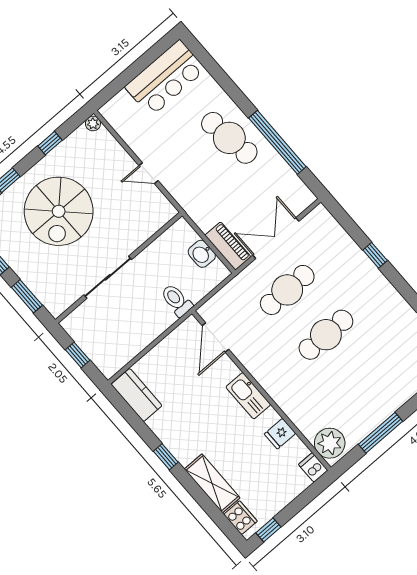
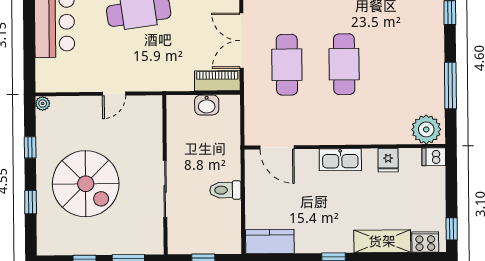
toilet: (177, 300) -> (225, 190), moved

